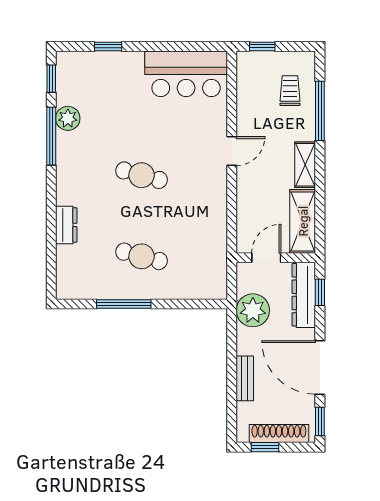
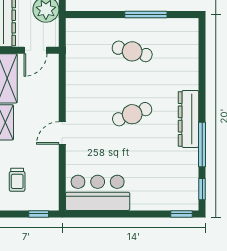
window: (108, 46) -> (181, 214), moved
plant: (68, 118) -> (189, 158), removed
cafe table: (142, 175) -> (132, 114), turned -36
dresser: (66, 225) -> (188, 119), moved, width x1.96, depth x1.24

